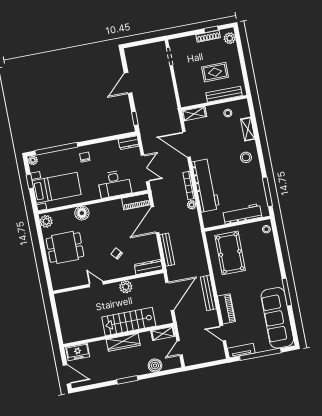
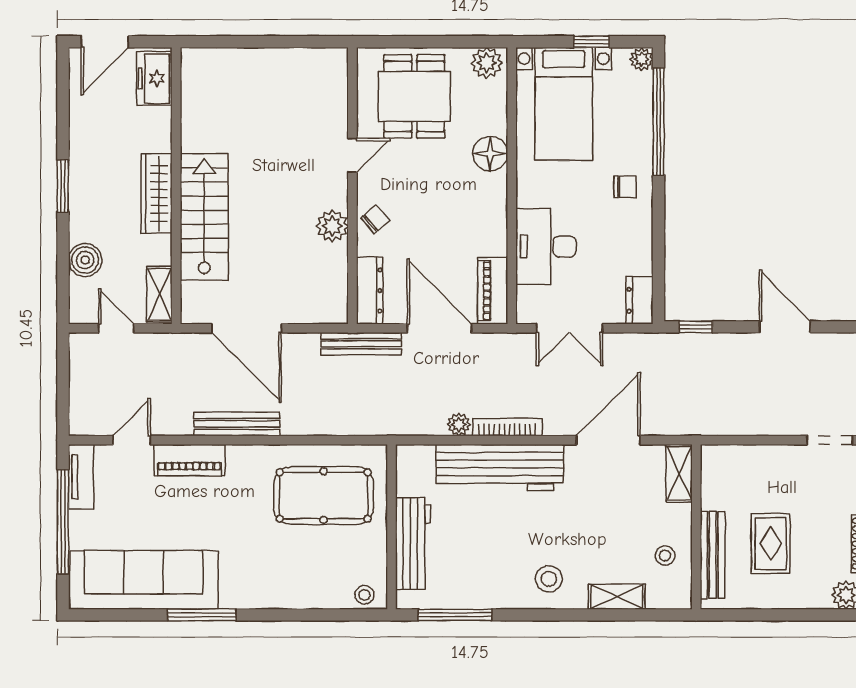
dresser: (149, 267) -> (370, 291), moved
wall: (108, 282) -> (352, 186), moved
door: (96, 284) -> (352, 155), moved
plant: (126, 287) -> (332, 226), moved

